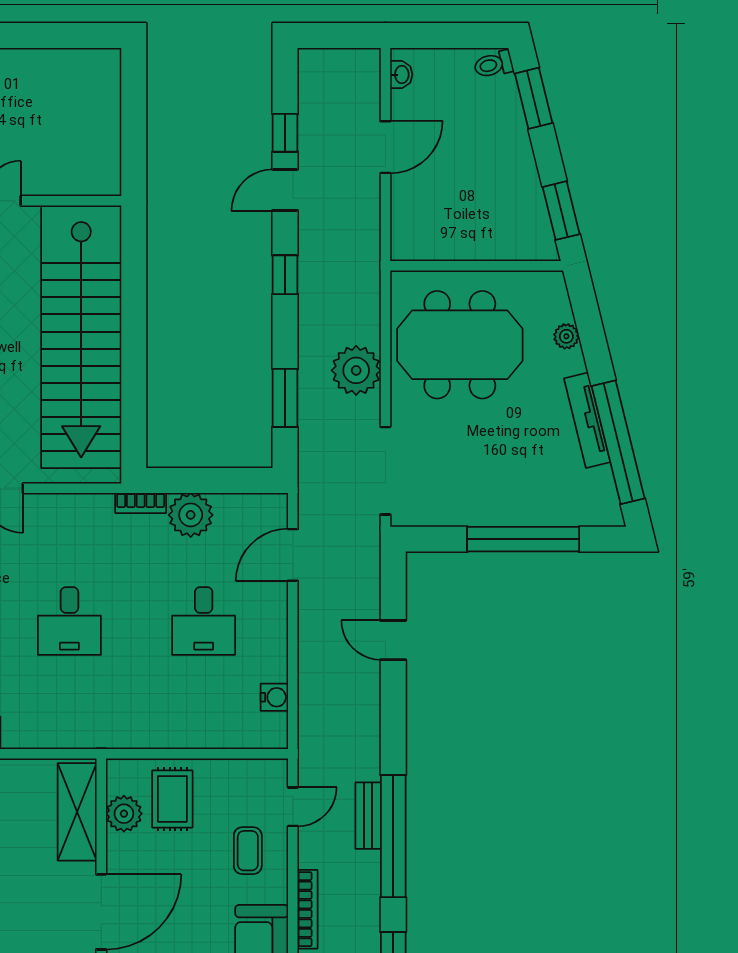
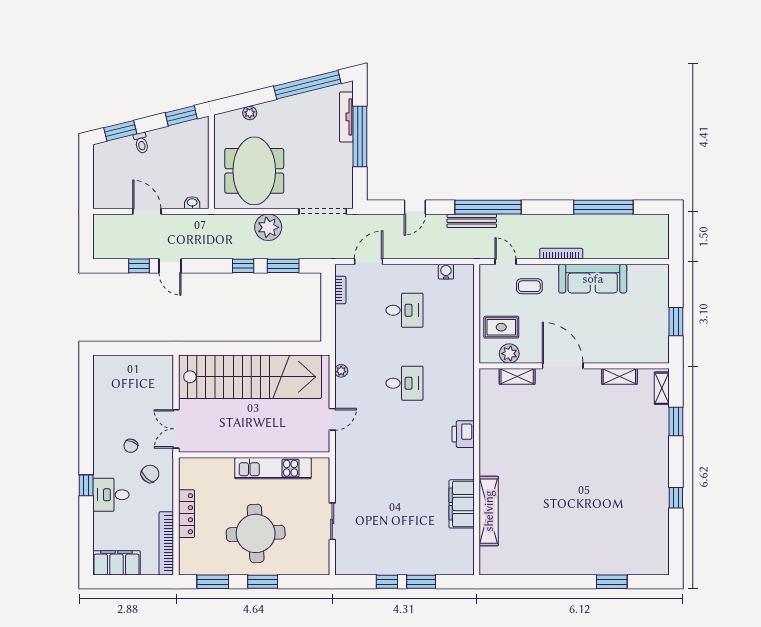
toilet: (493, 64) -> (141, 143), moved
washbasin: (401, 75) -> (192, 203), moved
window: (285, 275) -> (243, 266), moved
tv unit: (587, 420) -> (346, 117), moved, turned 104
bookcase: (141, 503) -> (340, 290), moved
plant: (191, 515) -> (341, 371), moved, width x0.53, depth x0.53
door: (293, 555) -> (369, 262), swing flipped
shelving: (77, 812) -> (517, 376), width x0.67, depth x0.75
bench: (368, 816) -> (472, 221), moved, width x1.36
window: (393, 836) -> (488, 207), moved

